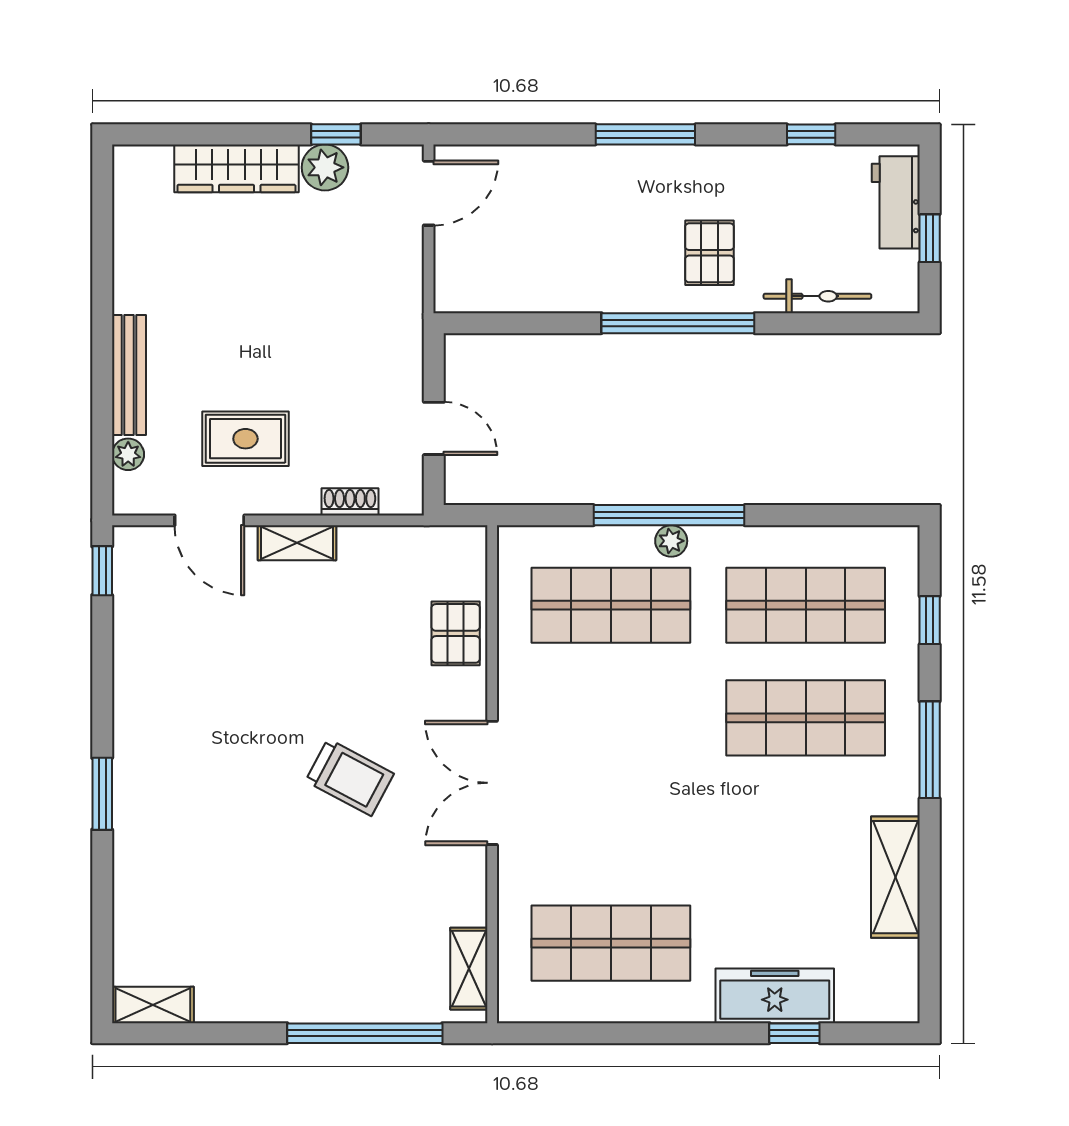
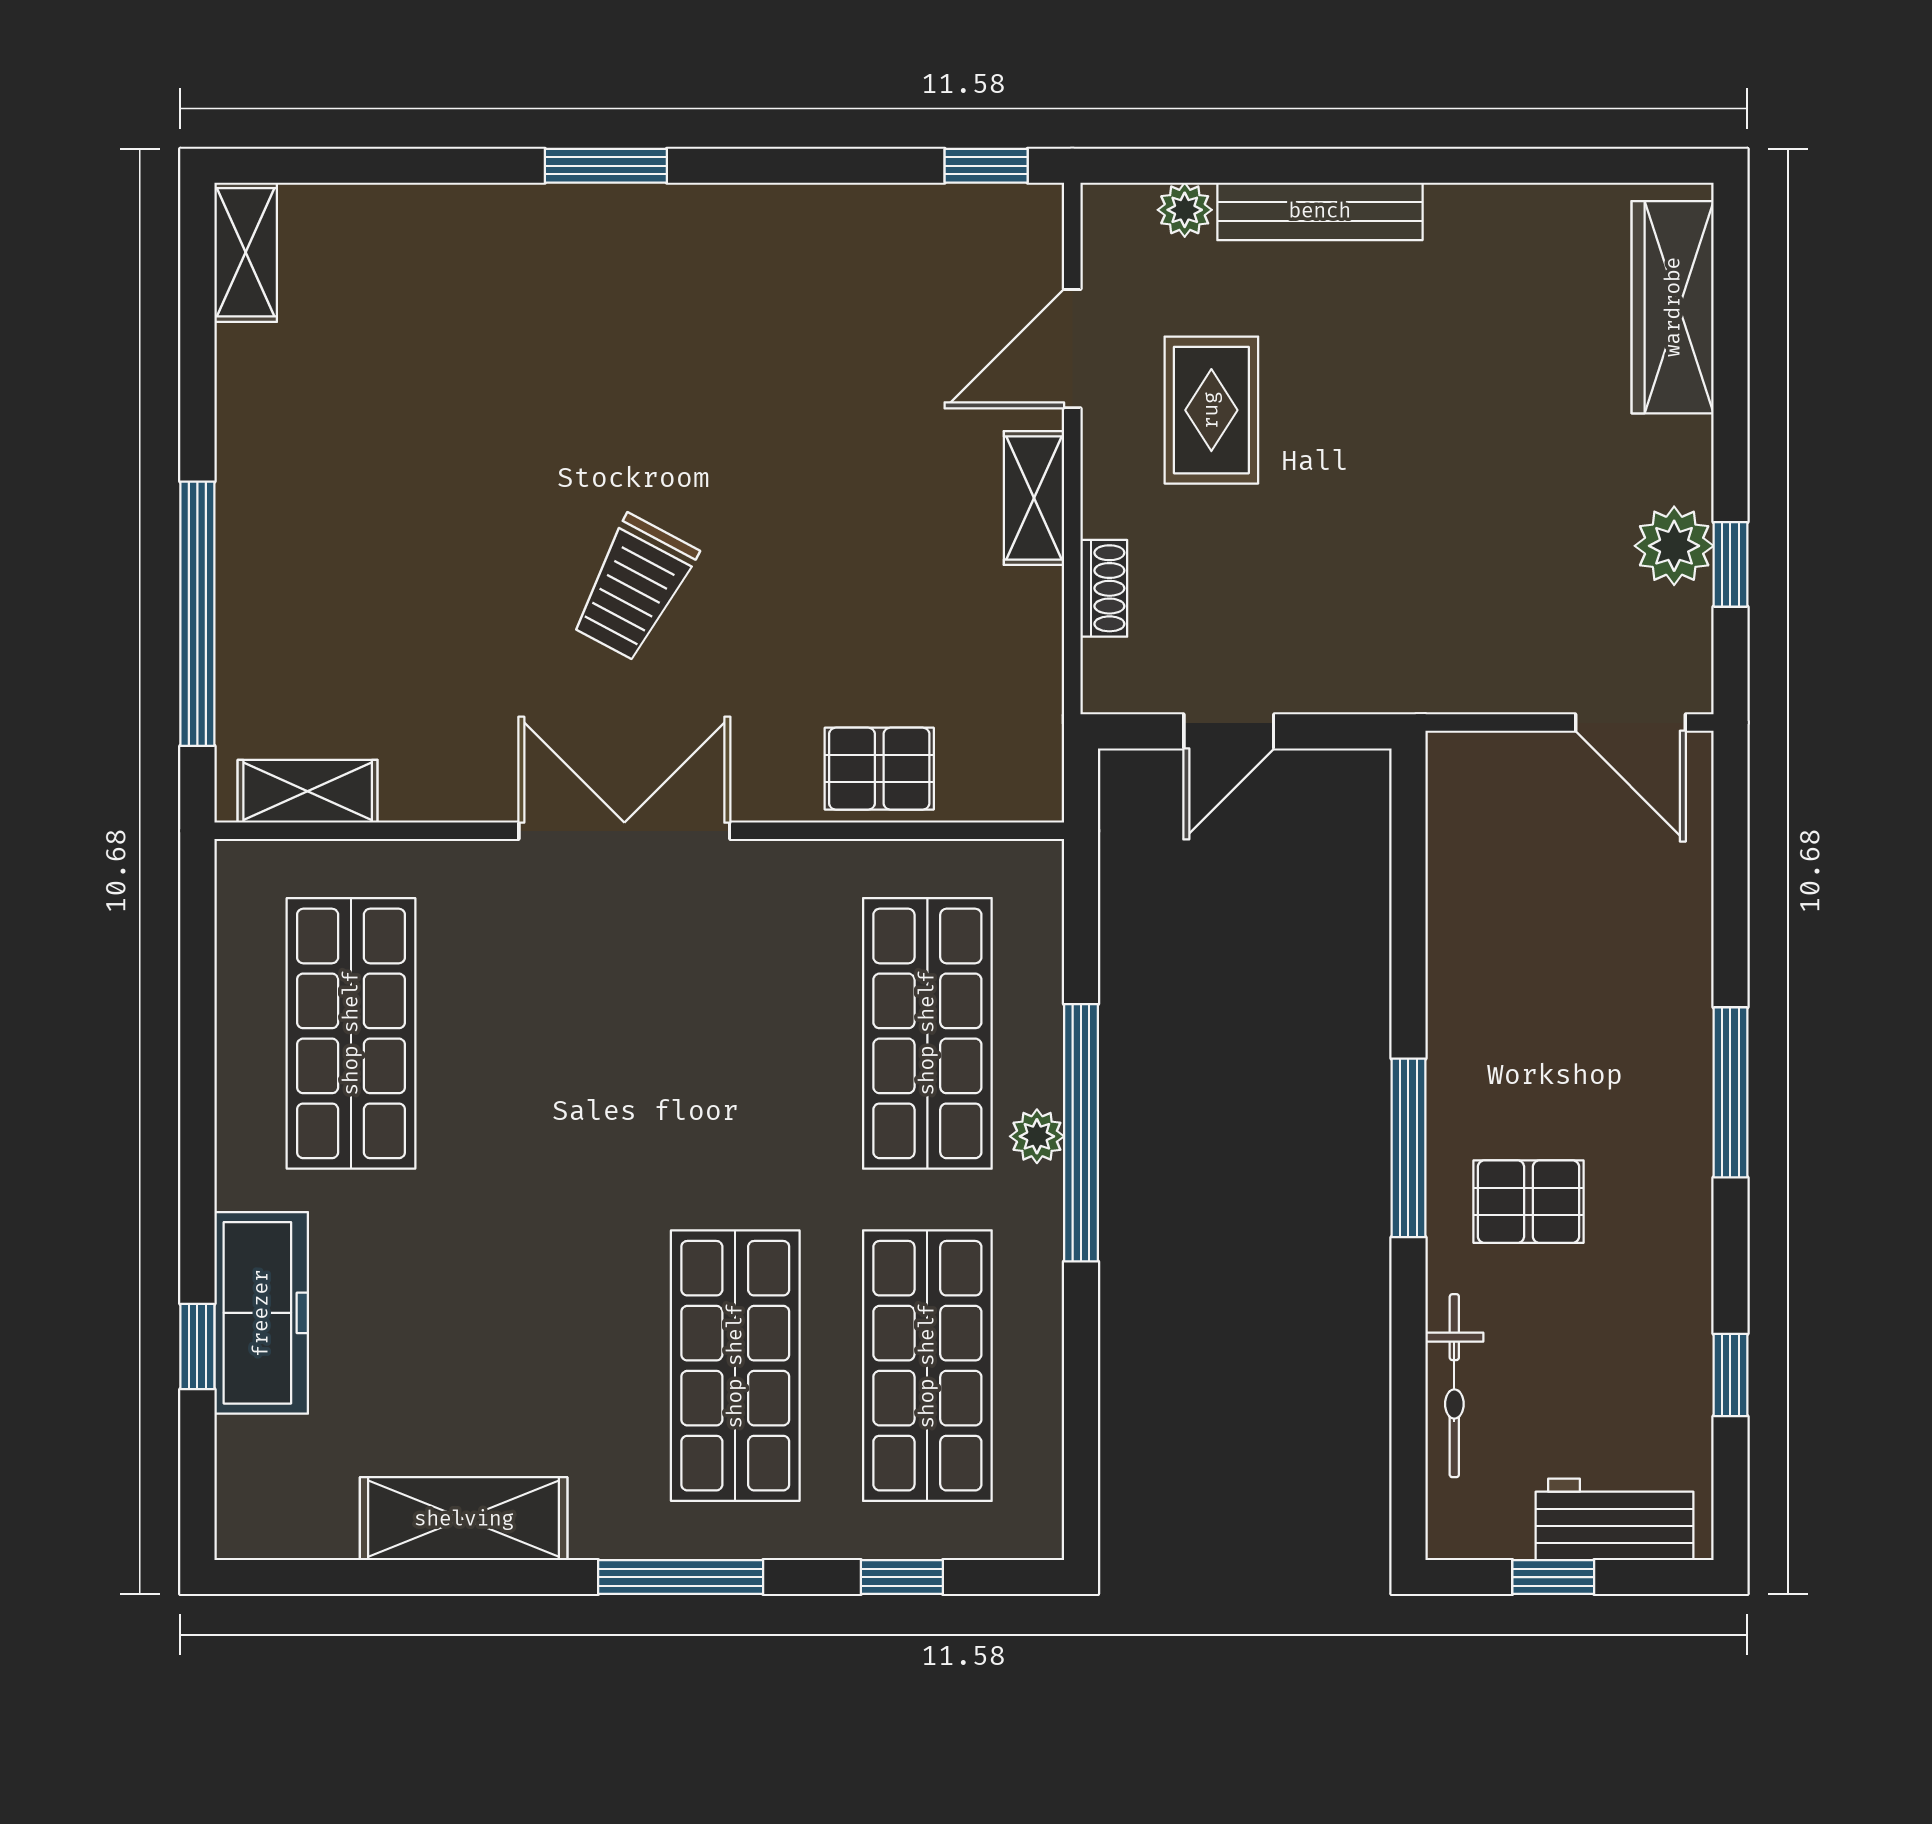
wardrobe: (236, 168) -> (1673, 307), moved
window: (678, 323) -> (1408, 1148), width x0.68

